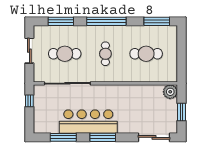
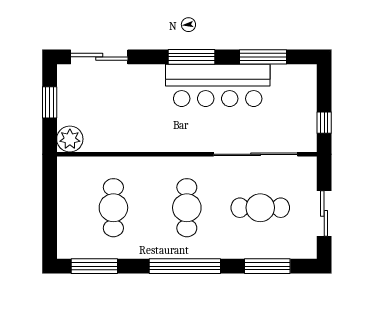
cafe table: (105, 54) -> (187, 208), width x1.37, depth x1.35
cafe table: (146, 54) -> (113, 208), turned 90

